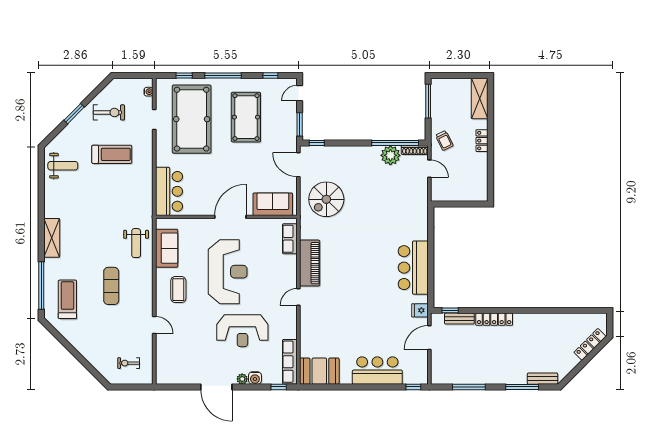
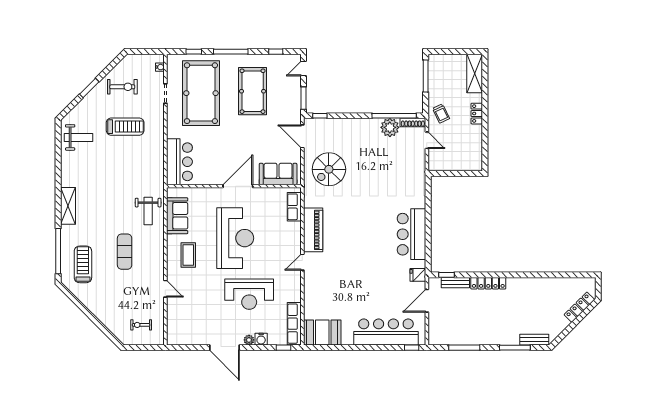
bar counter: (377, 371) -> (386, 332), width x1.36

